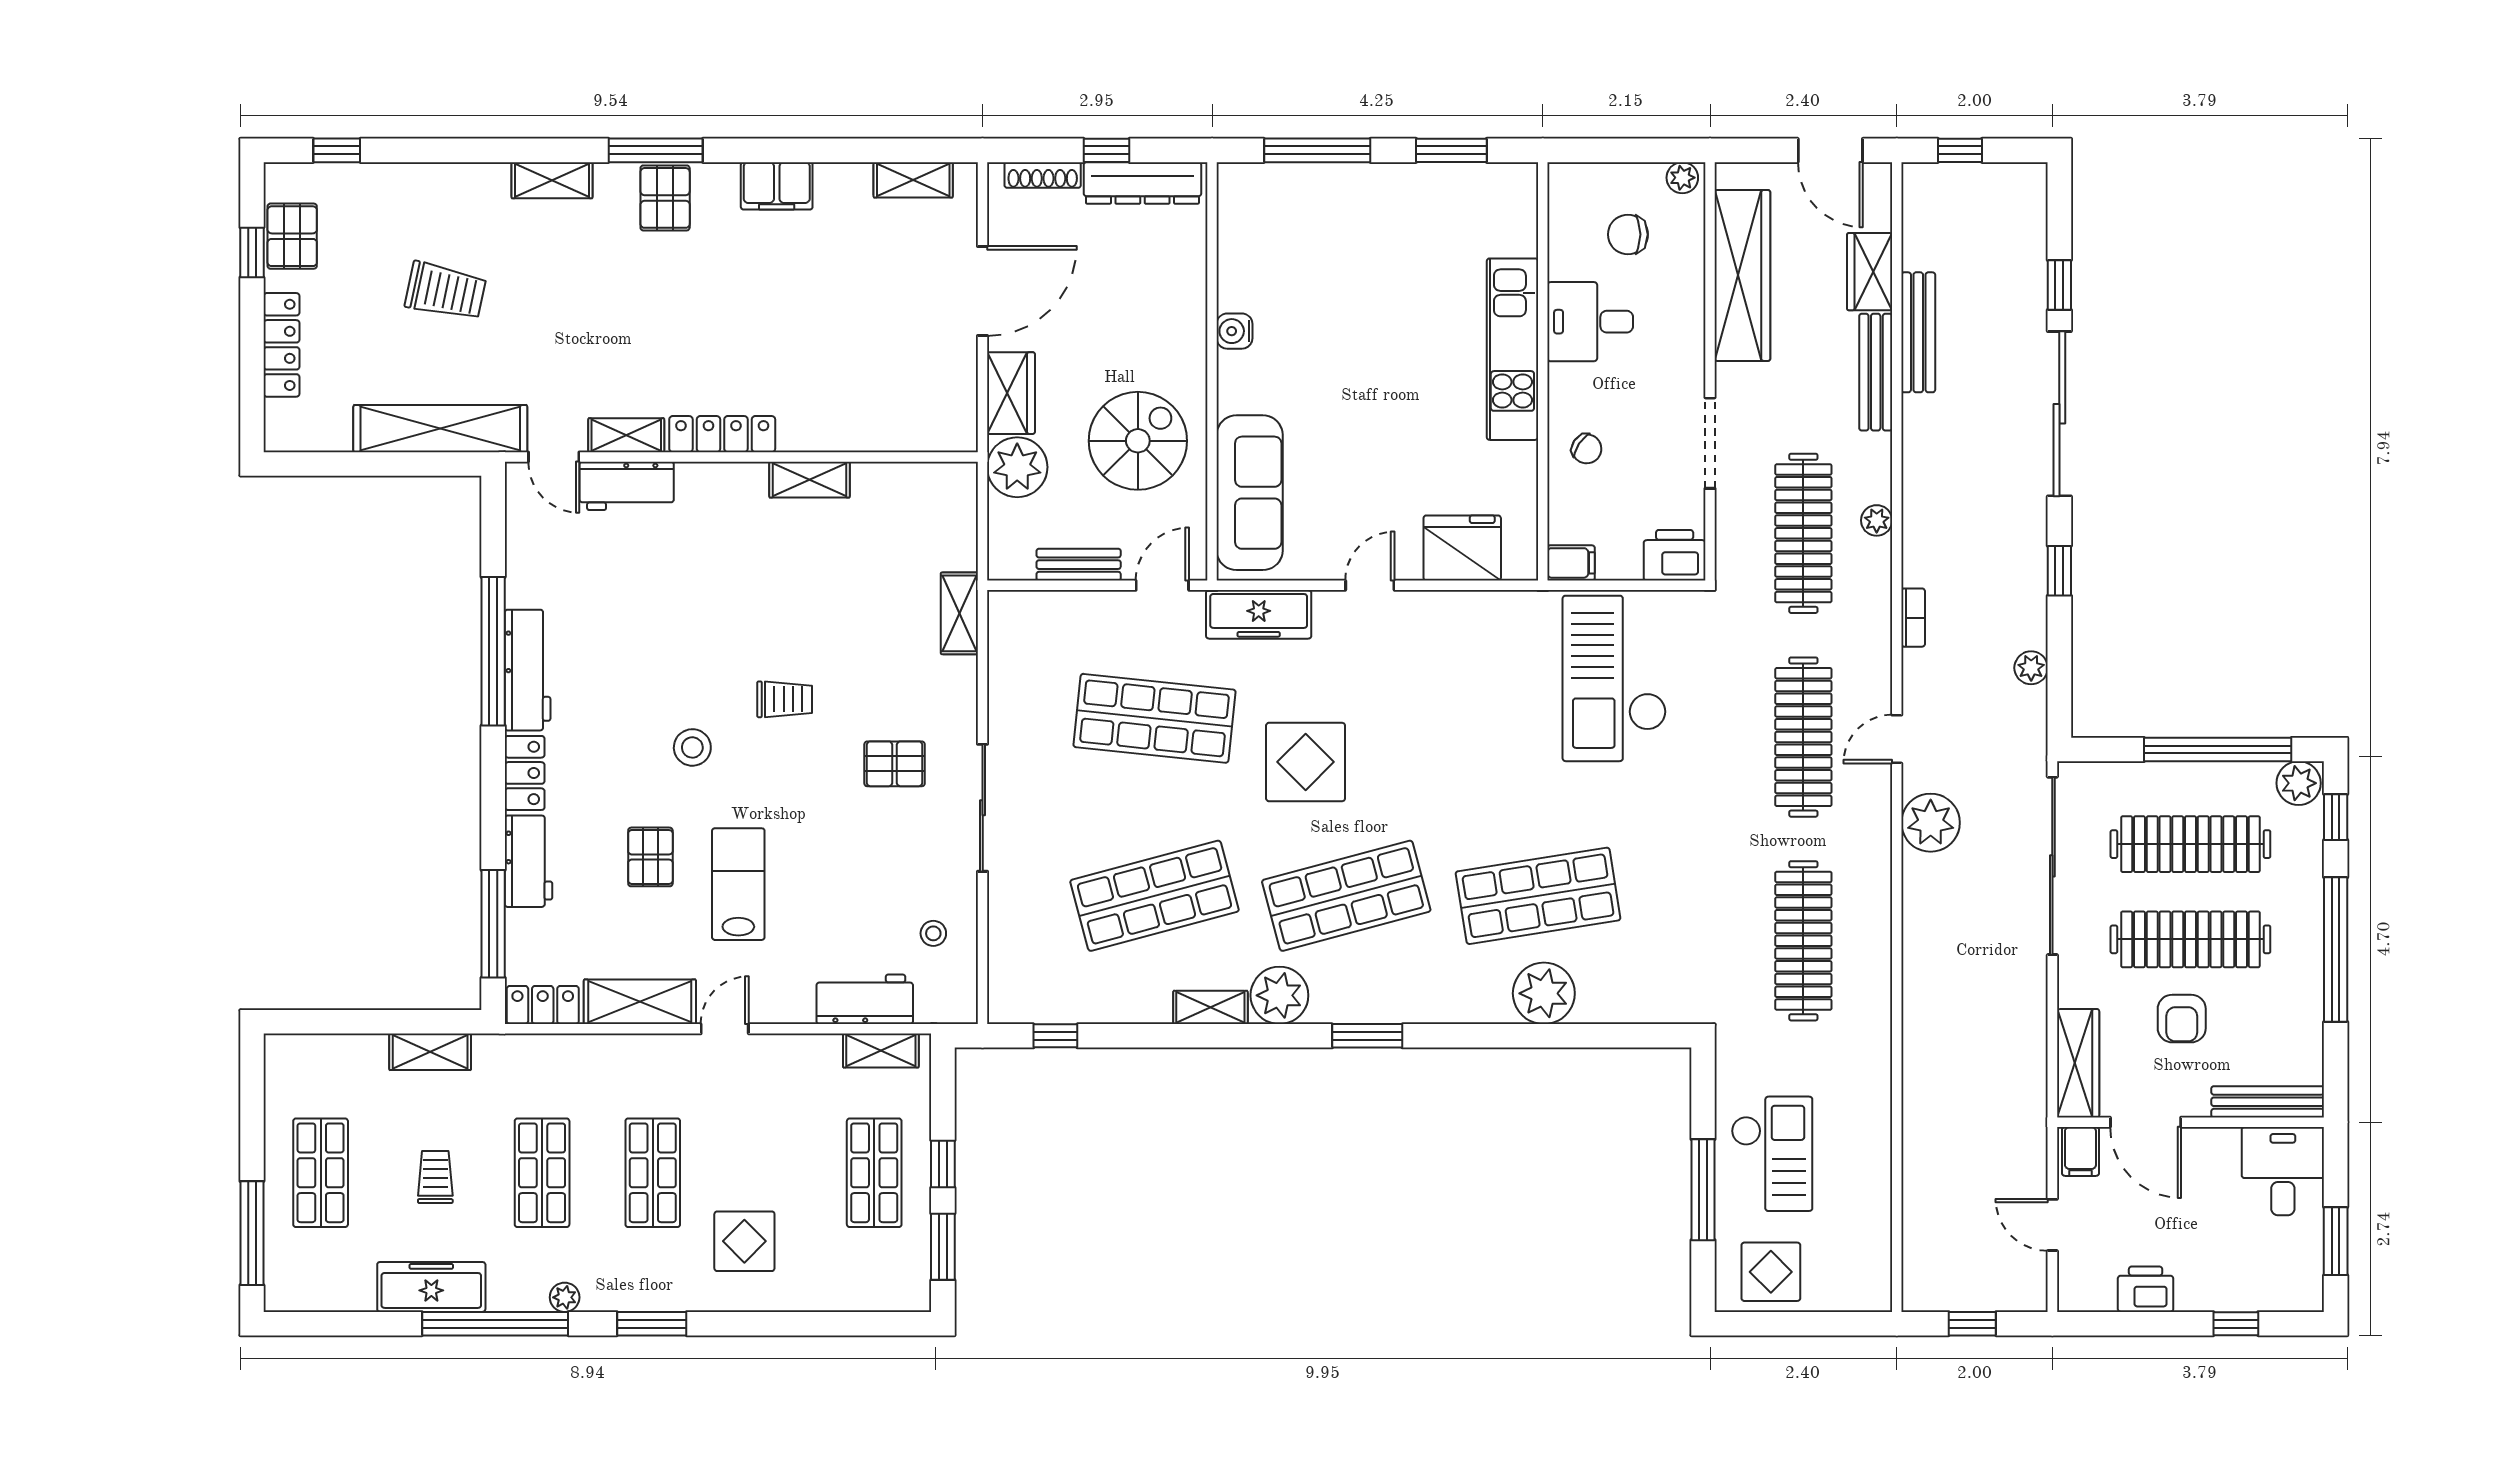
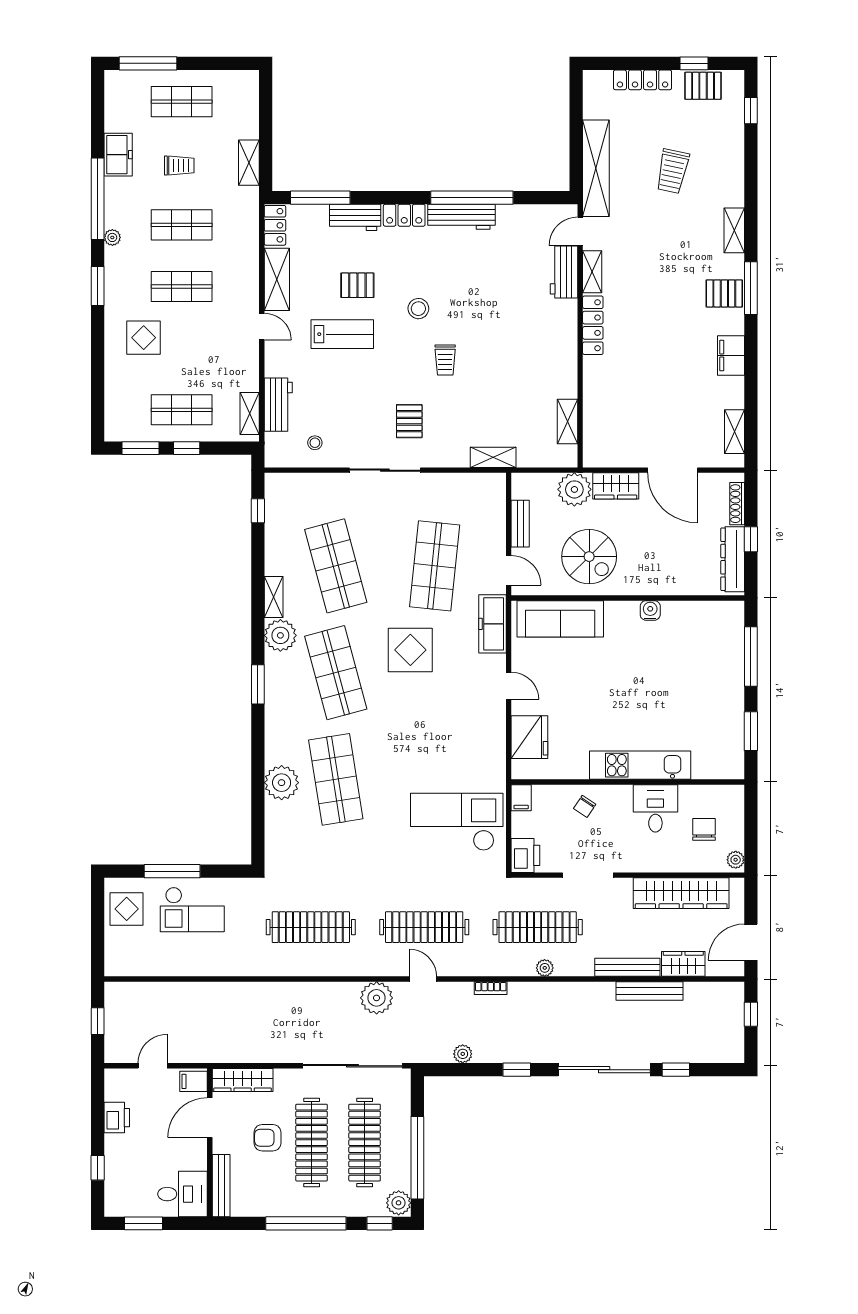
shelving: (810, 480) -> (567, 422), moved
freezer: (431, 1287) -> (118, 155), width x0.71

